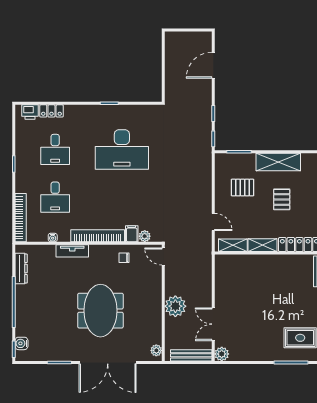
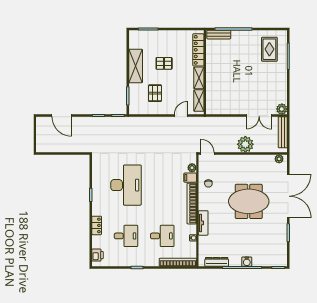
locker: (51, 111) -> (97, 225), moved
door: (163, 256) -> (207, 154), swing flipped
water cooler: (21, 343) -> (247, 262), moved

